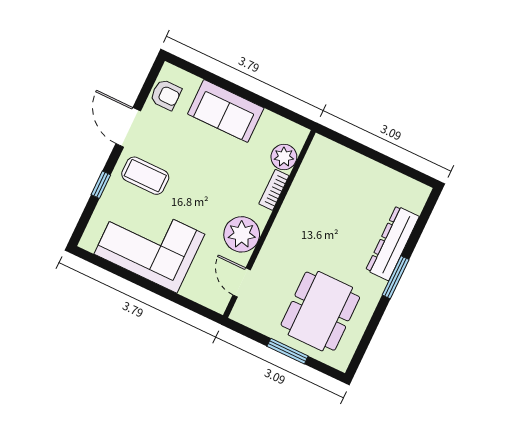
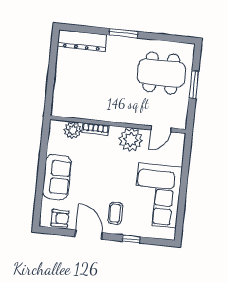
armchair: (166, 95) -> (60, 218), turned 90
door: (128, 127) -> (89, 235), swing flipped
coffee table: (145, 176) -> (115, 213), width x0.73, depth x0.77
dresser: (393, 243) -> (82, 41), moved

